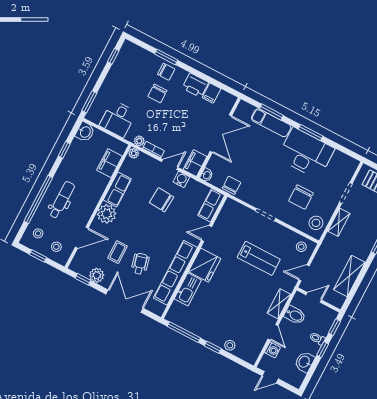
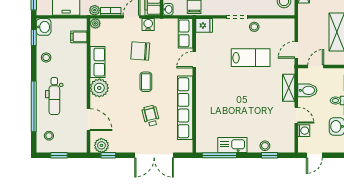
window: (64, 150) -> (34, 38), moved
filing cabinet: (109, 163) -> (79, 37), width x0.50
dental chair: (62, 200) -> (54, 96), turned 180
door: (82, 238) -> (88, 120), hinge flipped
stool: (56, 247) -> (46, 58), moved
stool: (301, 247) -> (254, 27), moved
coffee table: (117, 252) -> (146, 82), moved
fridge: (205, 265) -> (204, 25), moved, width x0.53, depth x0.75
plant: (97, 275) -> (101, 145), moved
kitchen sink: (188, 289) -> (232, 145), moved, turned -90
double door: (125, 301) -> (154, 155), swing flipped
window: (213, 347) -> (270, 155), moved

